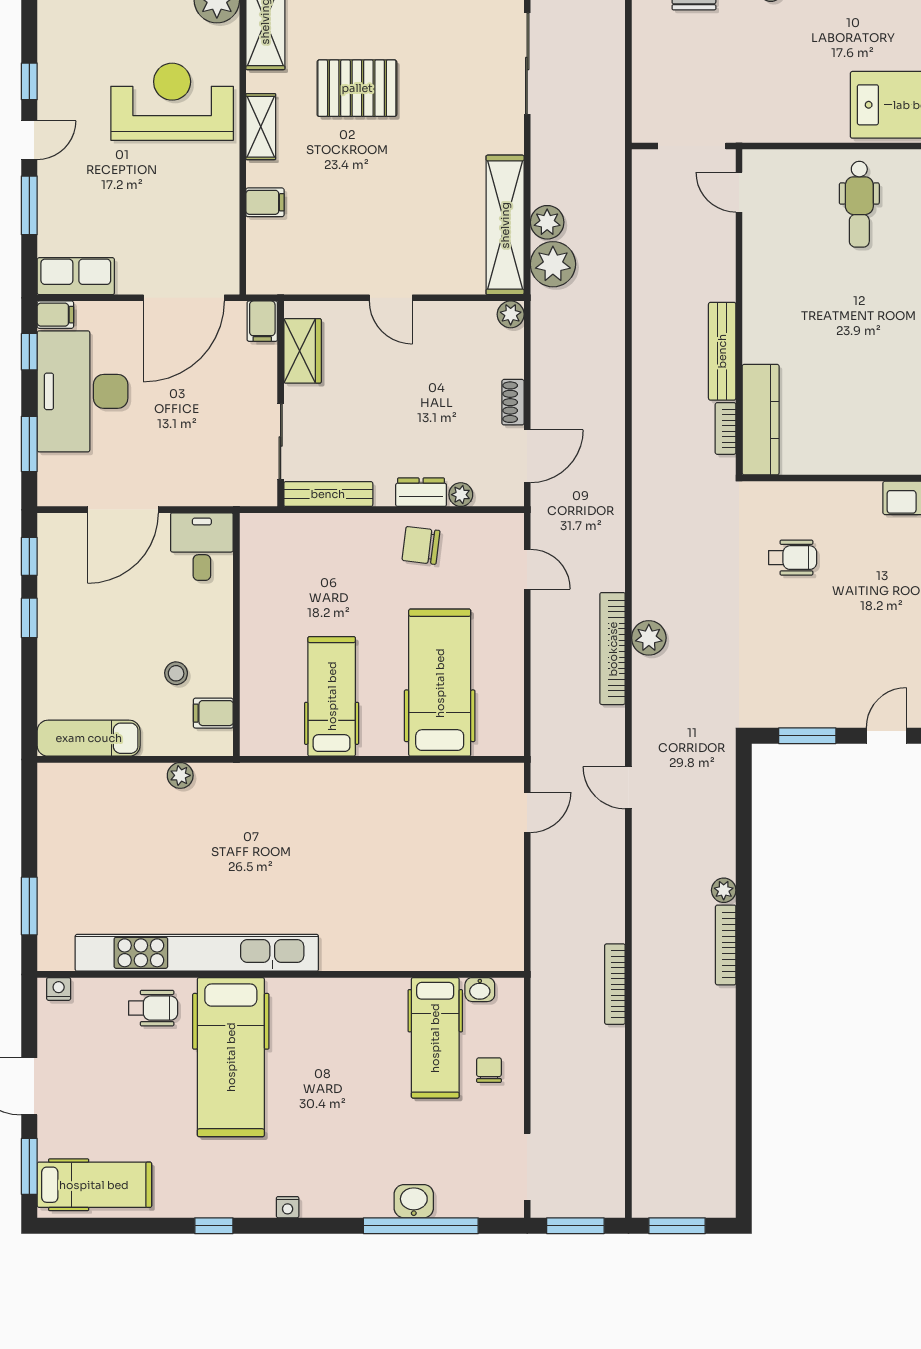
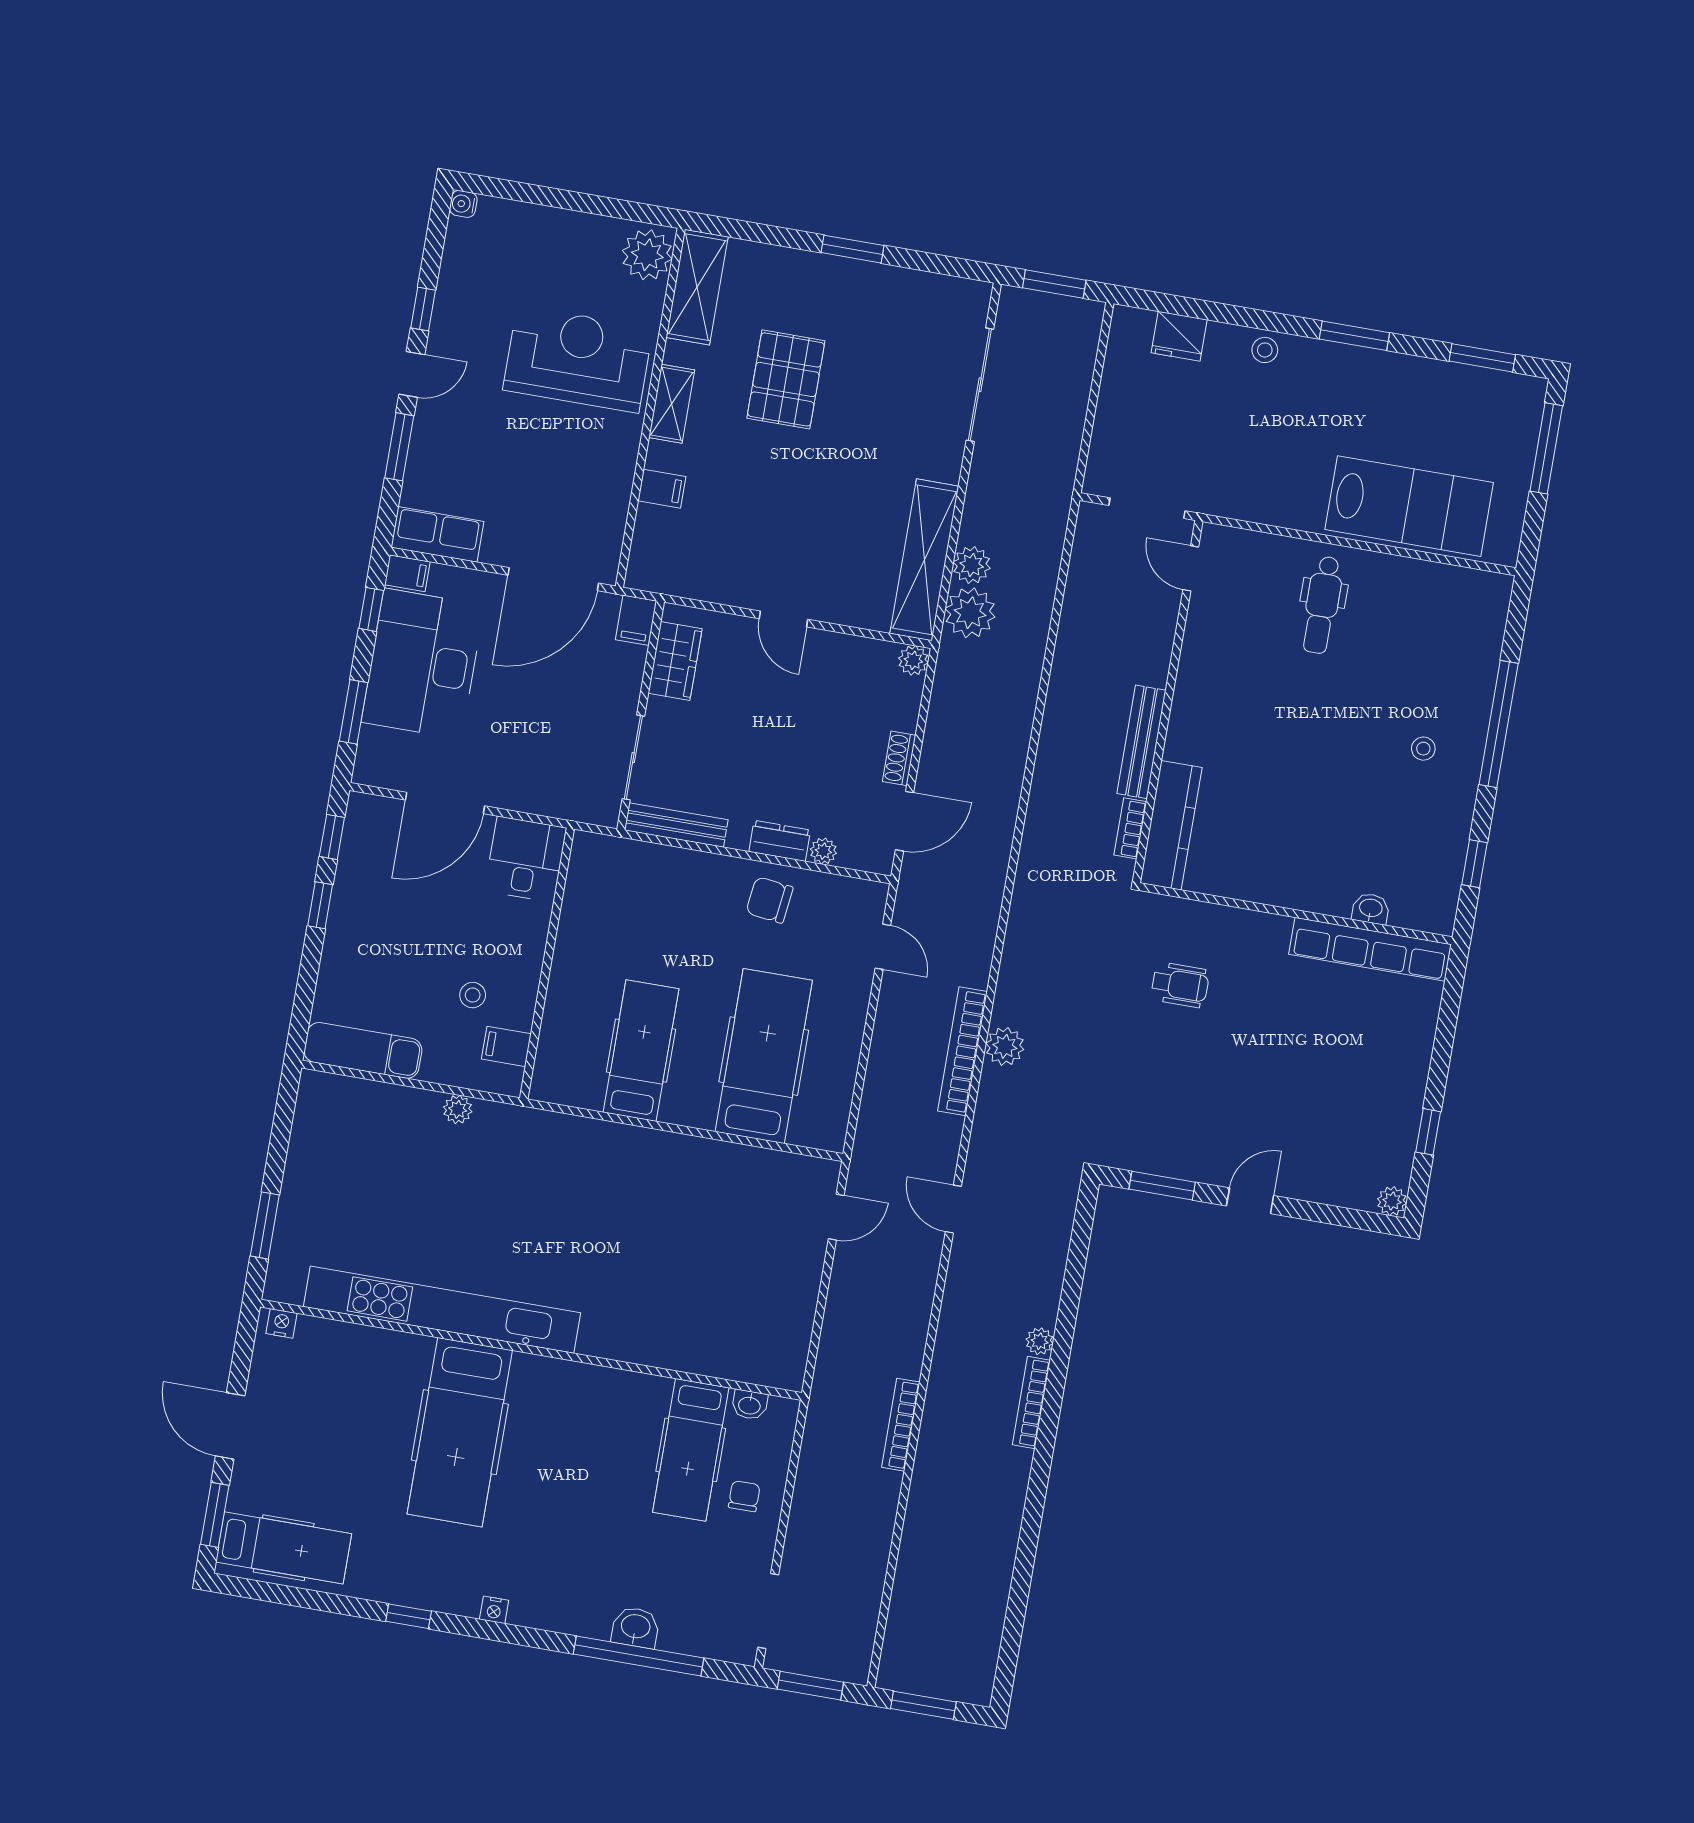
pallet: (357, 88) -> (786, 379), turned 90
wheelchair: (153, 1008) -> (383, 1363), removed

